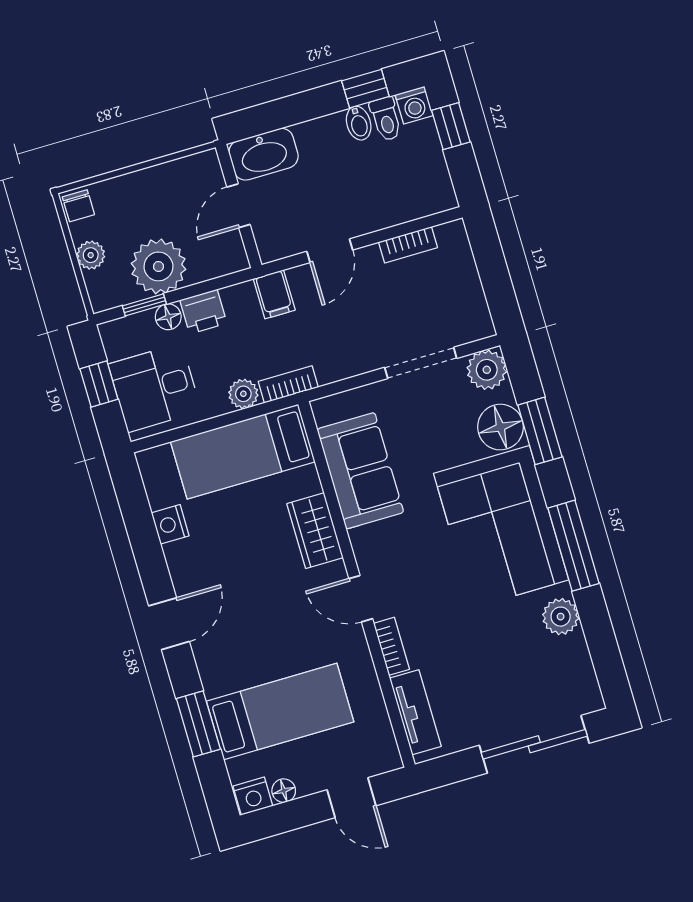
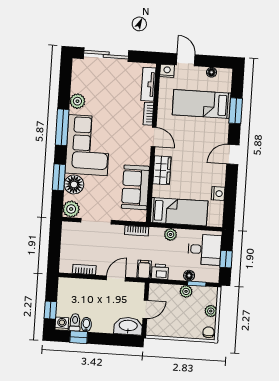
plant: (158, 266) -> (186, 291), width x0.53, depth x0.53
printer: (203, 312) -> (160, 272), moved
bookcase: (288, 384) -> (137, 231), moved
nightstand: (253, 796) -> (167, 71), moved

